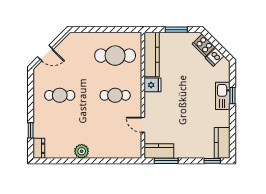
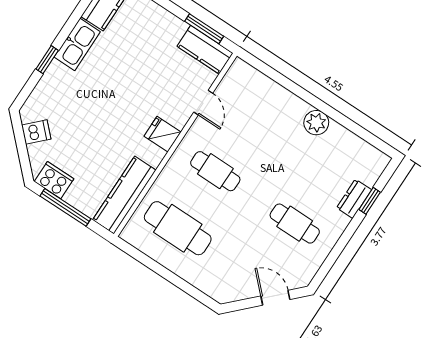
window: (176, 30) -> (65, 207), width x1.44
cooker: (204, 45) -> (54, 180), moved, turned -45
fridge: (153, 85) -> (163, 134), moved
kitchen sink: (223, 96) -> (77, 44), moved
dresser: (39, 148) -> (354, 199), moved

